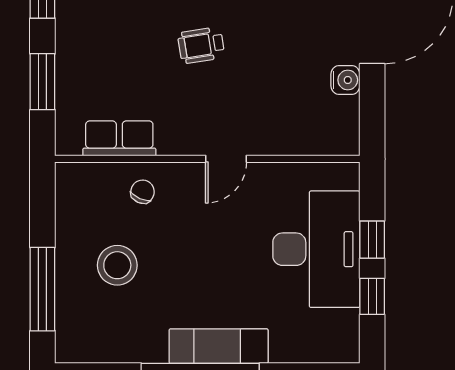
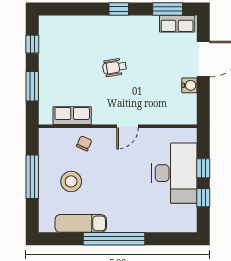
window: (42, 289) -> (32, 177), moved
exam couch: (219, 346) -> (81, 223), moved

